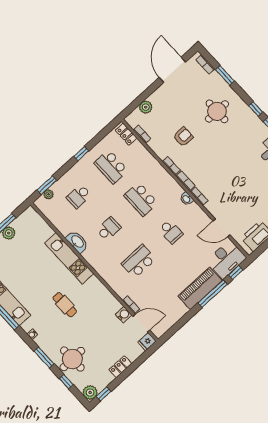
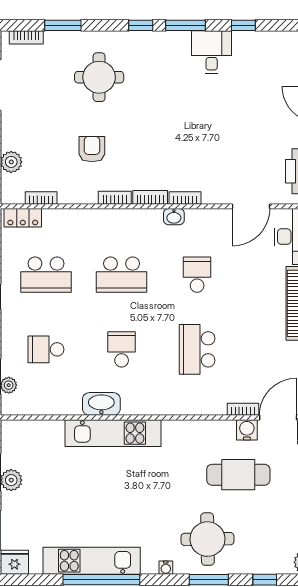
school desk: (79, 196) -> (46, 349), turned 90
school desk: (171, 232) -> (197, 275), turned -90
cafe table: (65, 305) -> (238, 475), moved, width x1.37, depth x1.35
round table: (72, 359) -> (207, 539), moved

